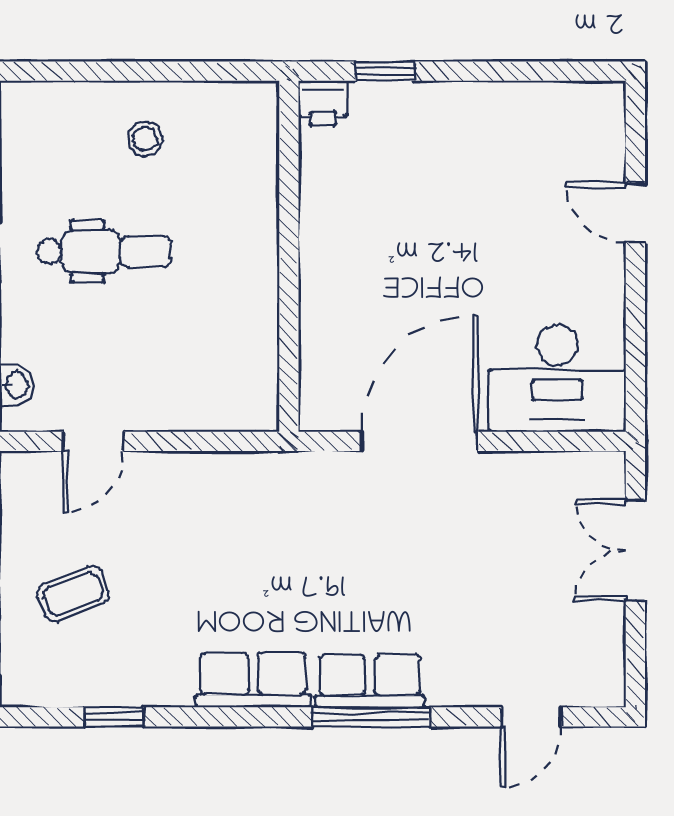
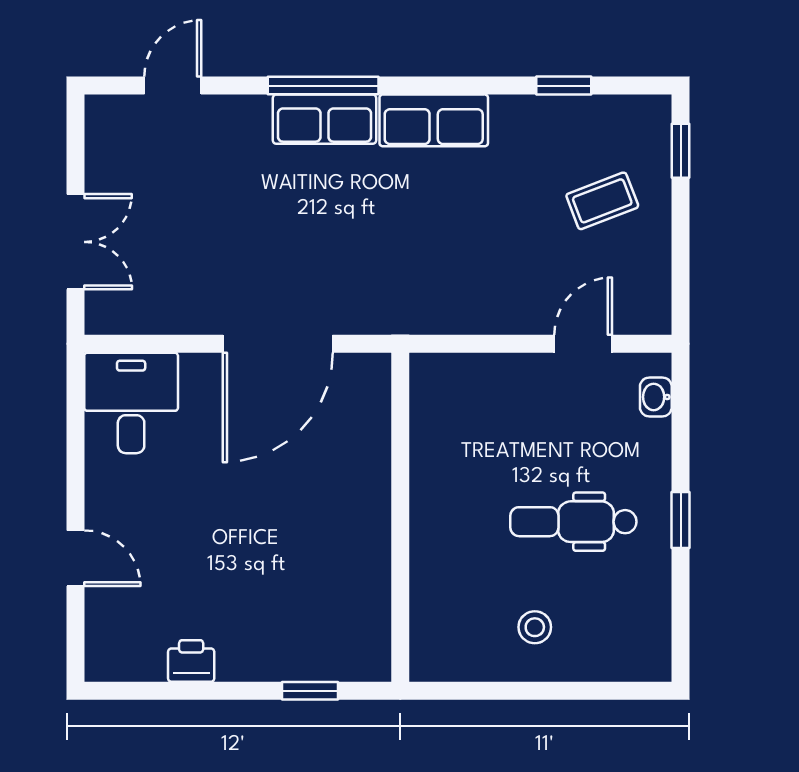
printer: (323, 103) -> (191, 661), moved
desk: (557, 378) -> (131, 403), width x0.73

